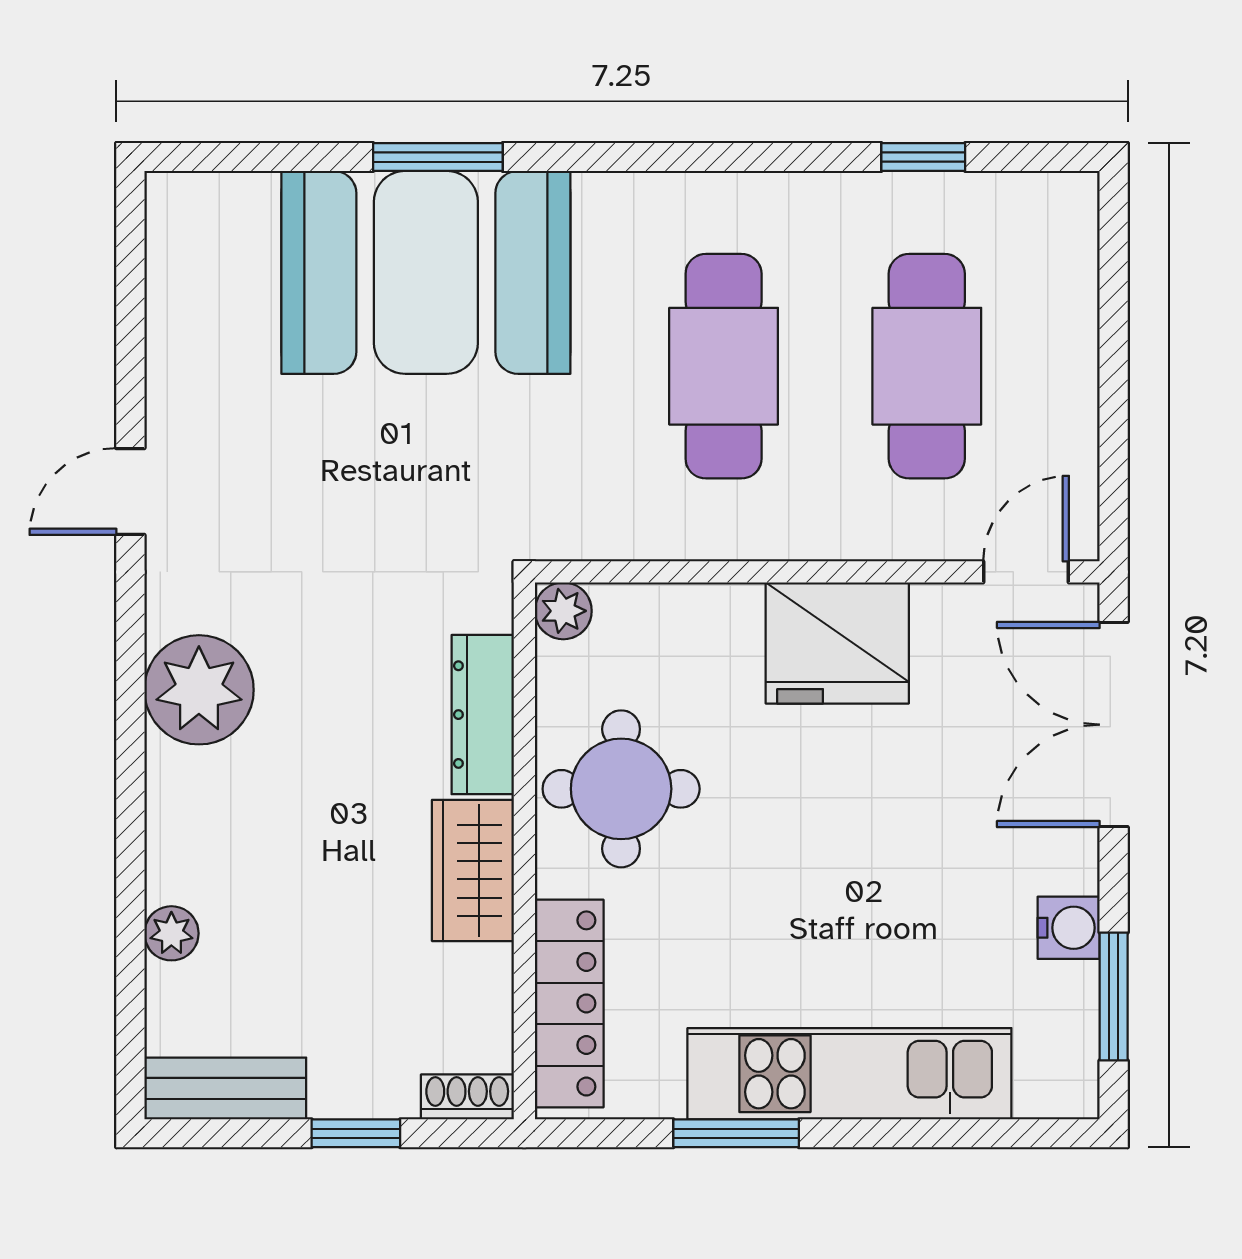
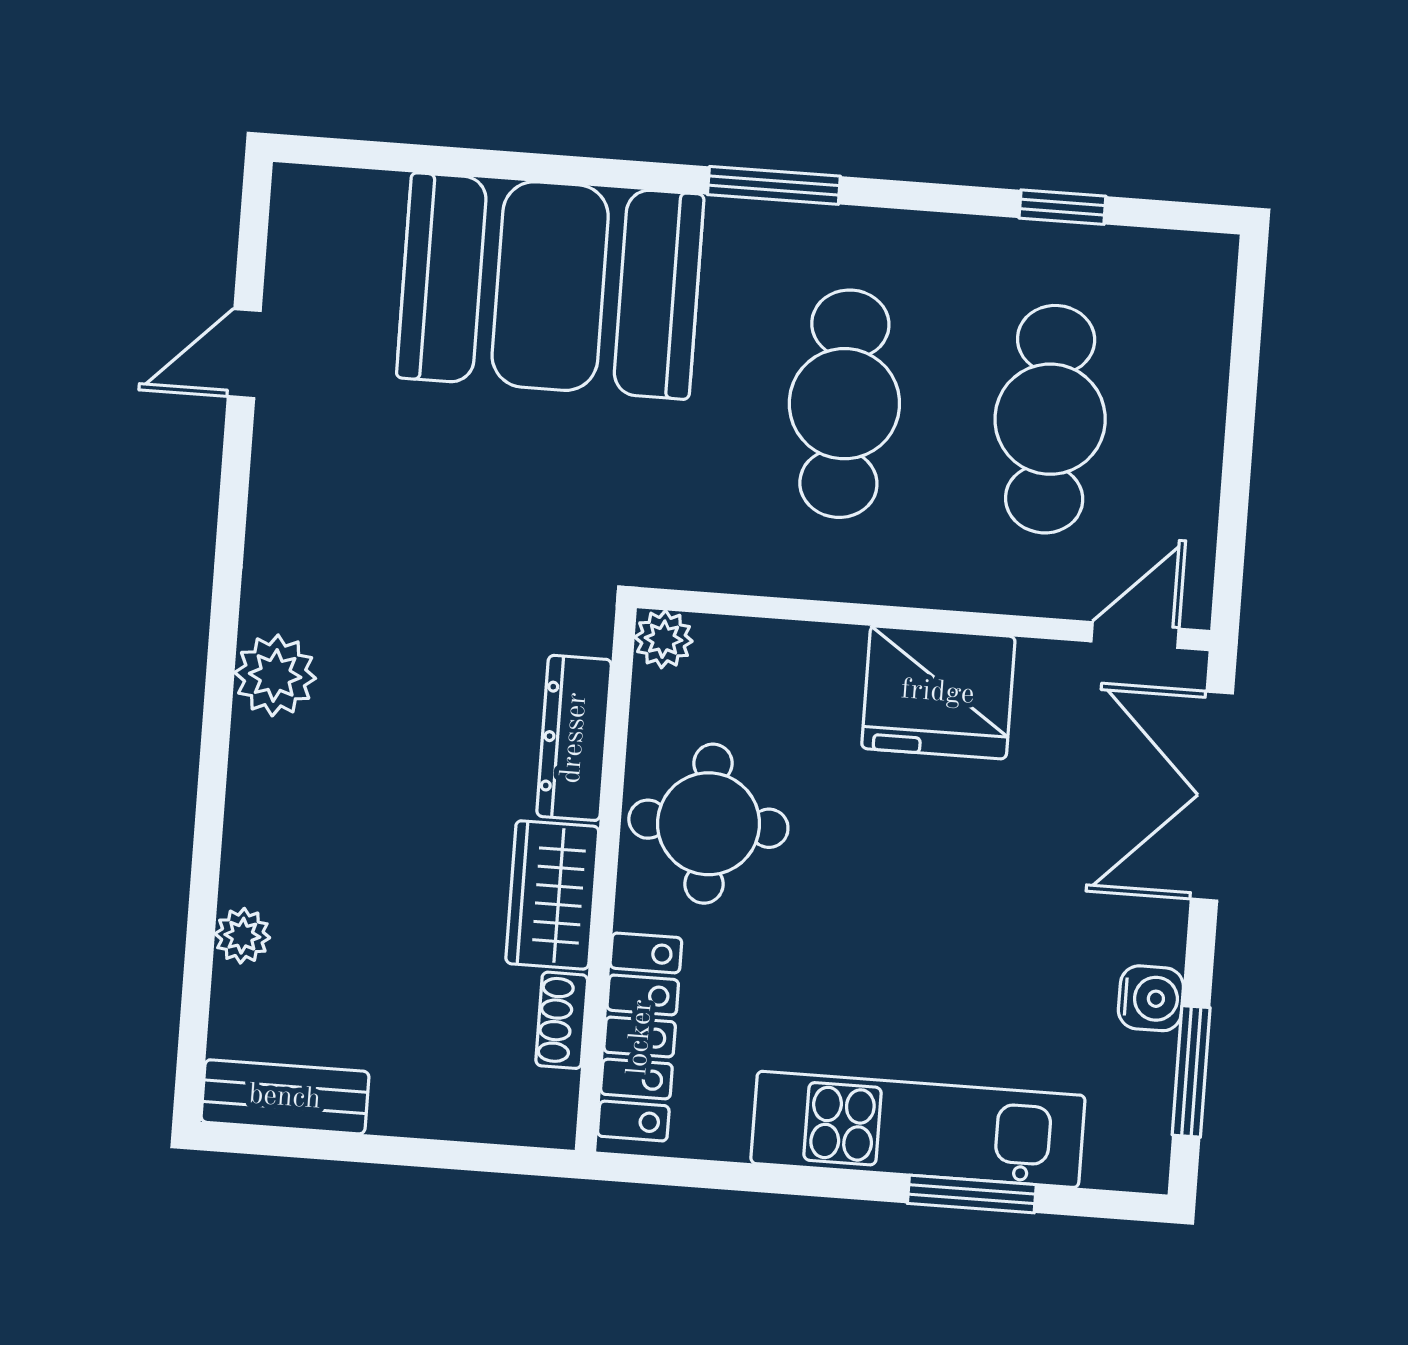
window: (438, 157) -> (774, 185), moved
door: (130, 492) -> (244, 354), moved
plant: (199, 690) -> (275, 675), width x0.73, depth x0.73
shoe rack: (467, 1097) -> (562, 1020), moved, turned -90
window: (356, 1133) -> (414, 1152), removed
window: (736, 1133) -> (972, 1194), moved

